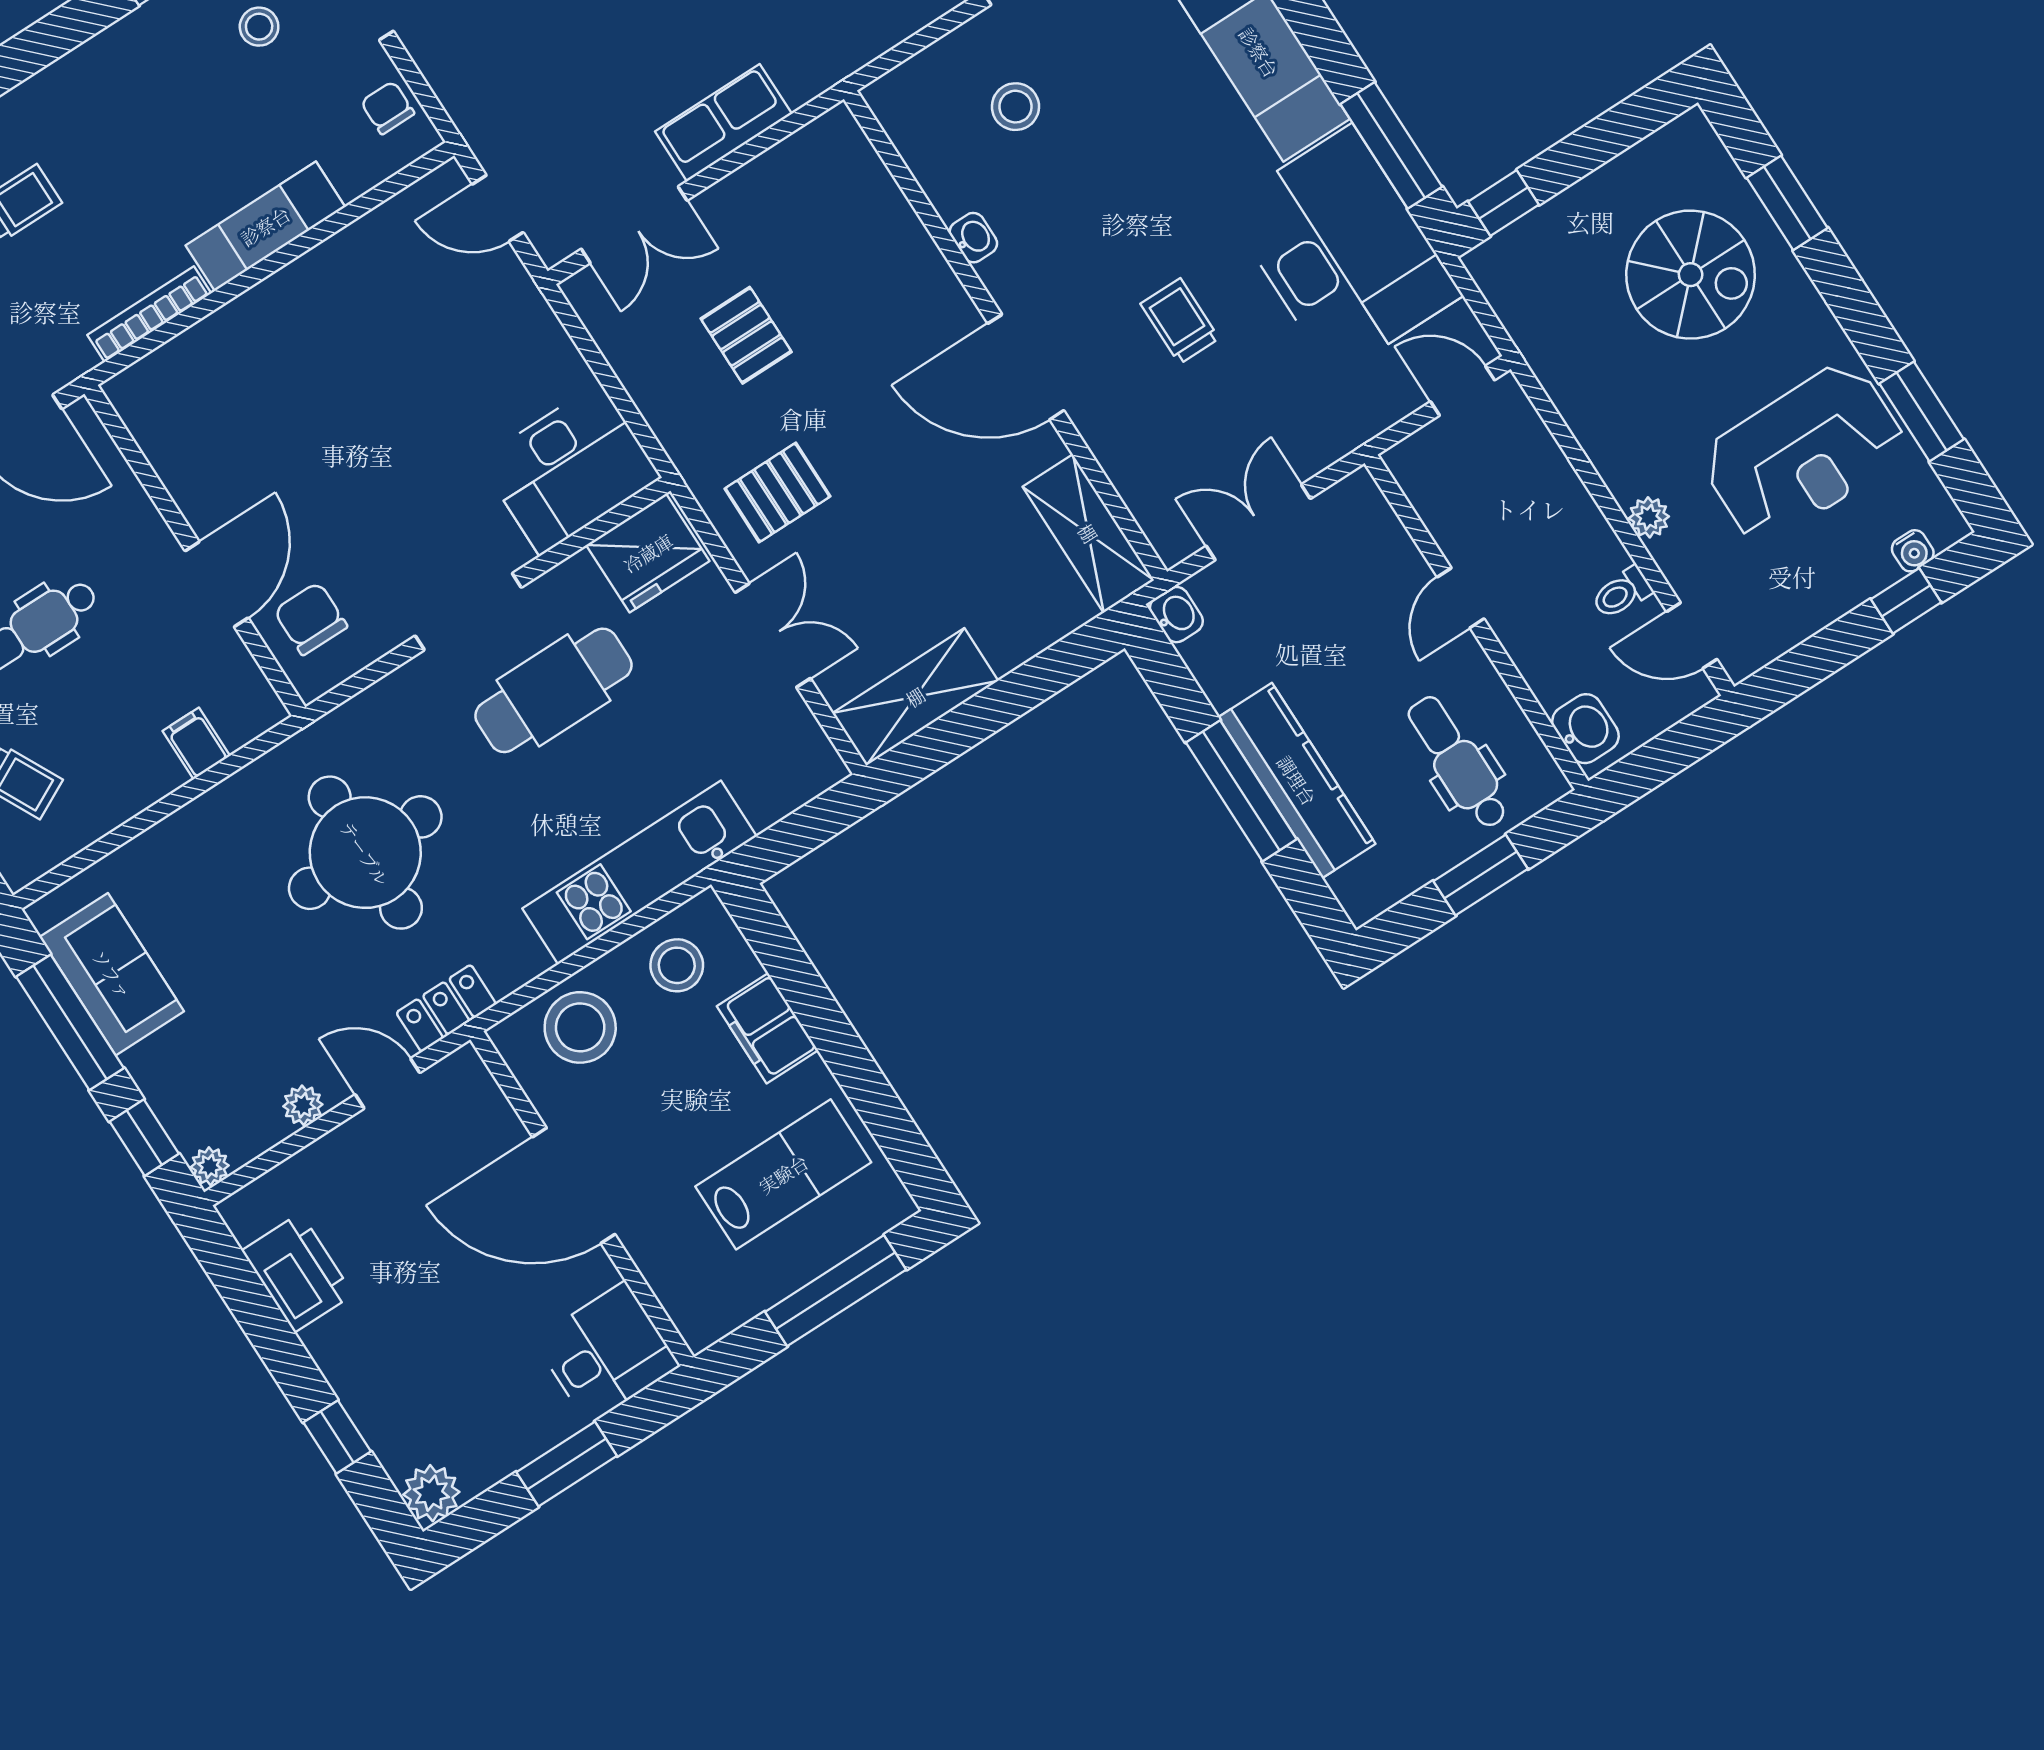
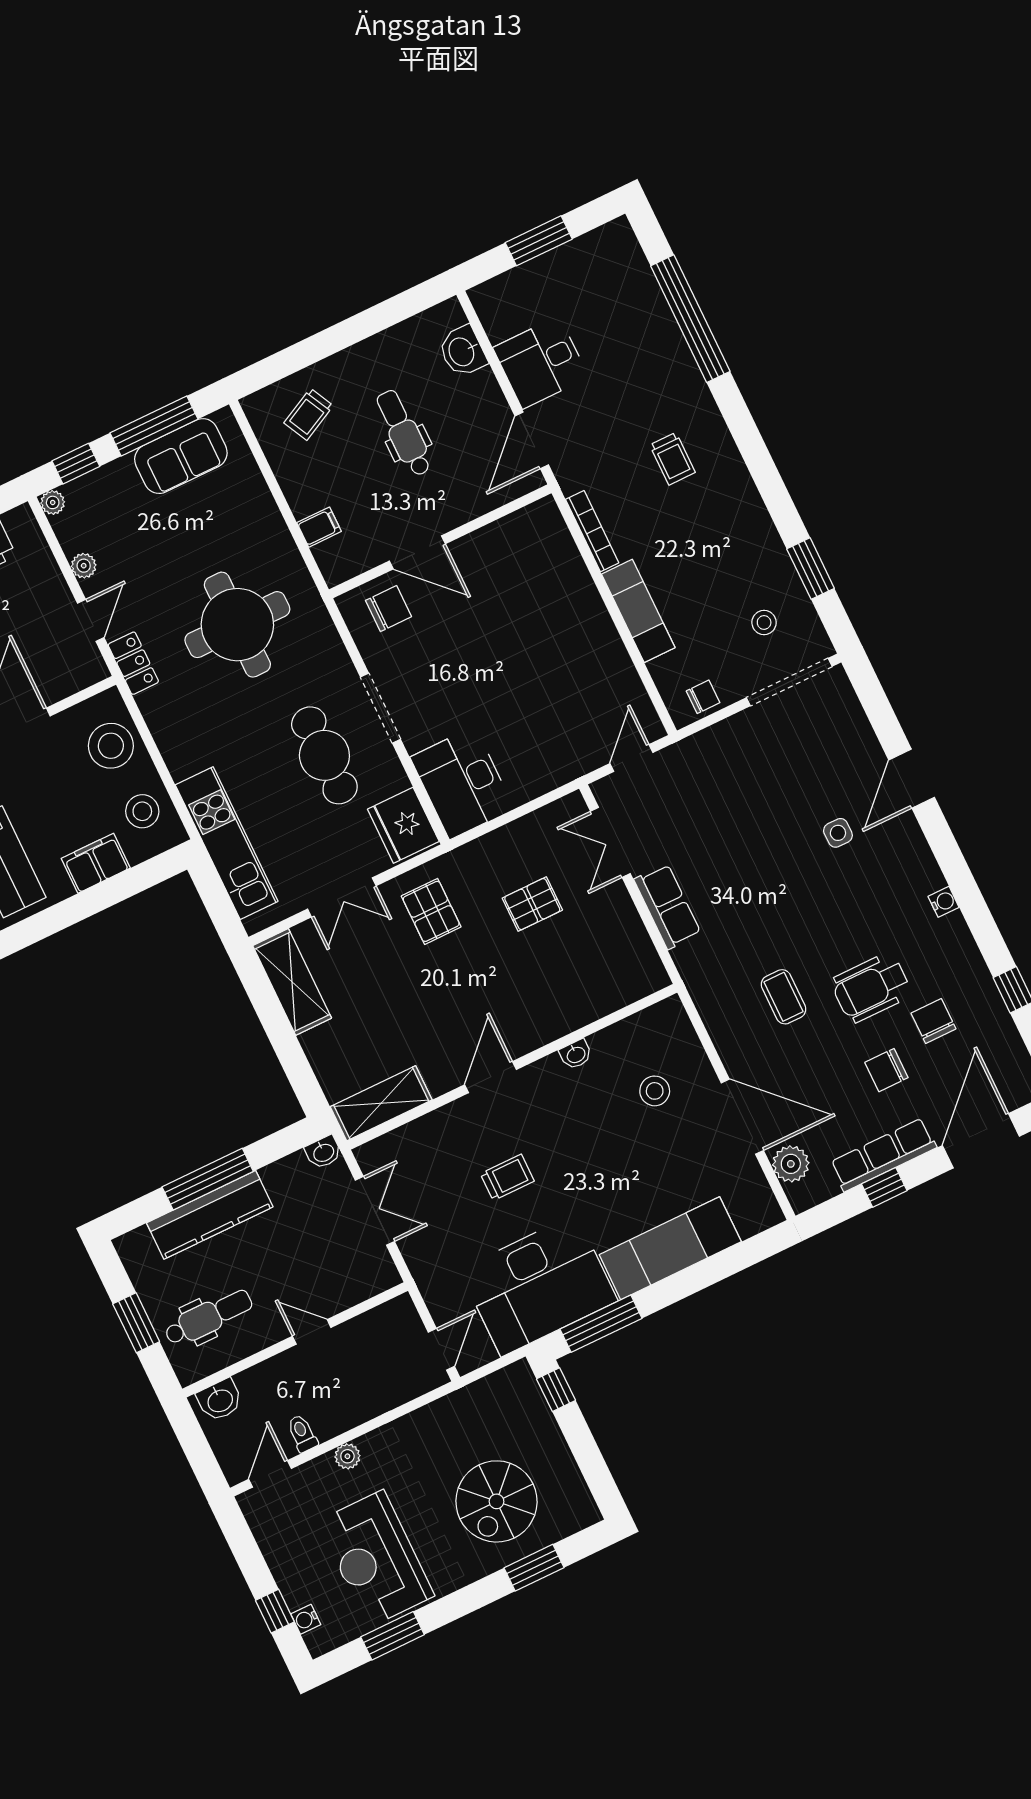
door: (1026, 367) -> (490, 1077), width x0.73
kitchen unit: (639, 872) -> (227, 843), moved

